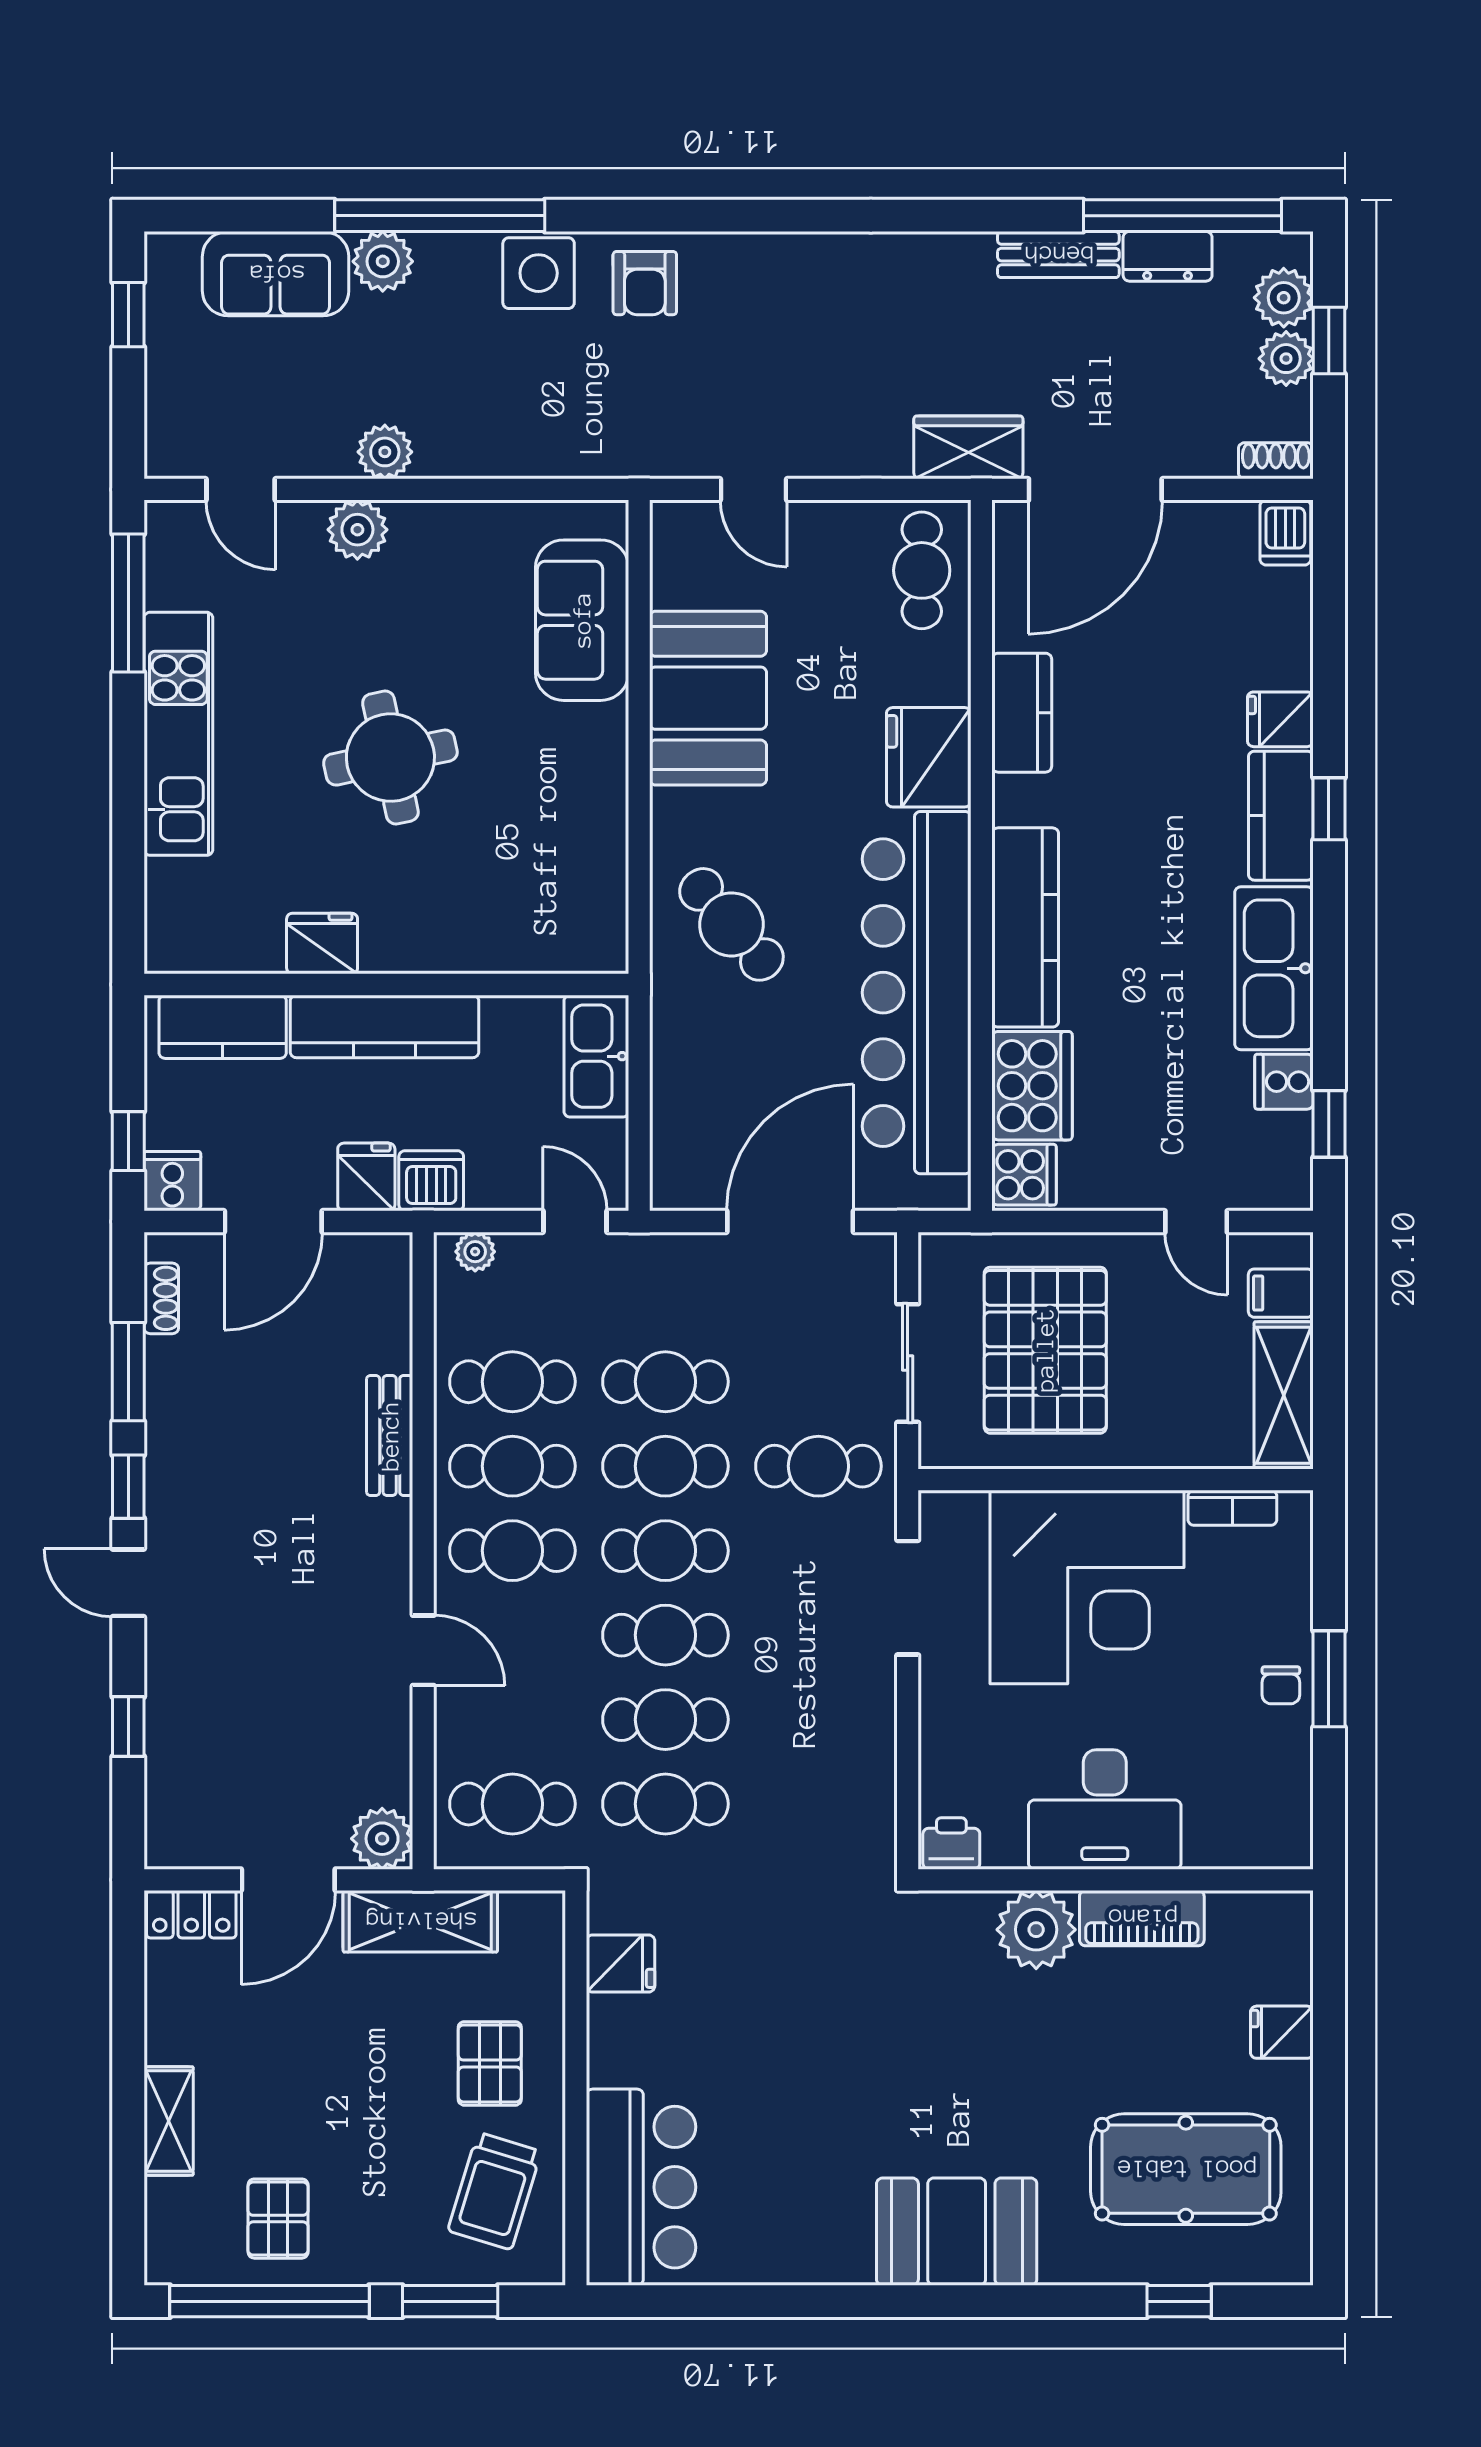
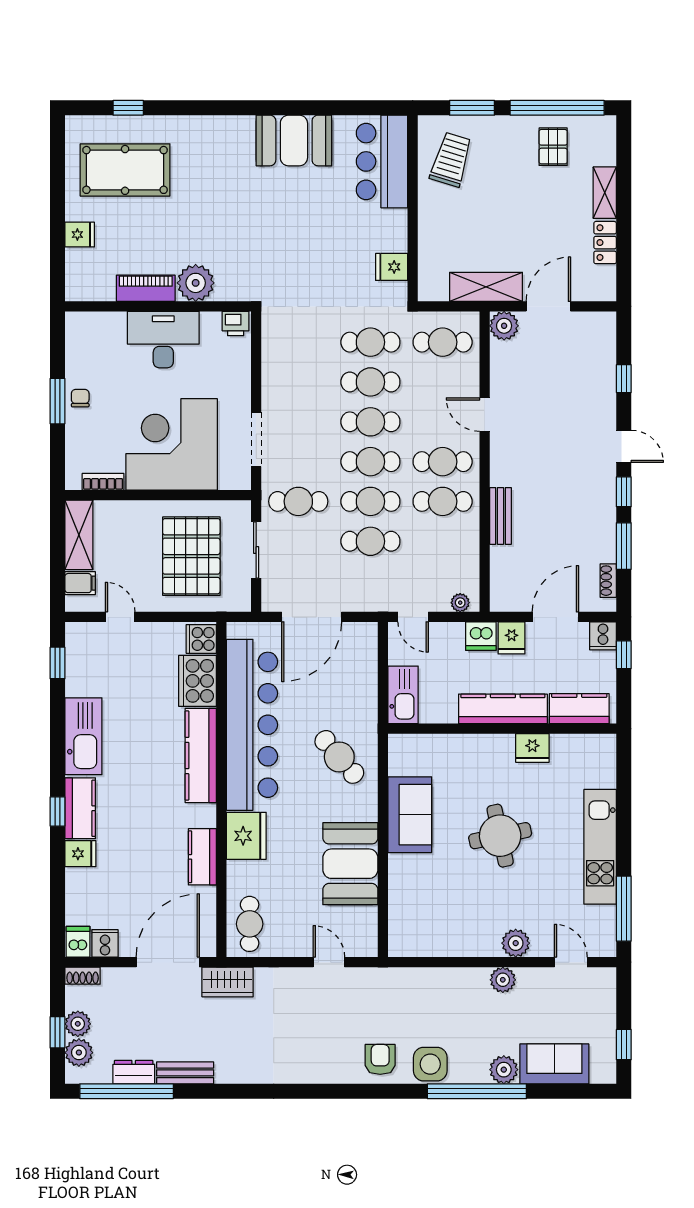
sofa: (582, 620) -> (410, 815), moved
cooker: (1284, 1082) -> (105, 943), moved, turned -90
cafe table: (512, 1382) -> (443, 541), removed
locker: (191, 1914) -> (605, 243), moved, turned -90
pallet: (490, 2063) -> (453, 220), removed
booth: (957, 2232) -> (294, 140), moved

